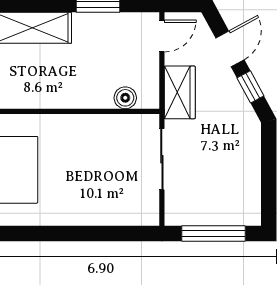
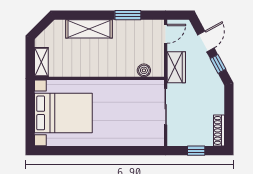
shoe rack: (252, 199) -> (219, 130), added
window: (213, 233) -> (196, 151), width x0.46

